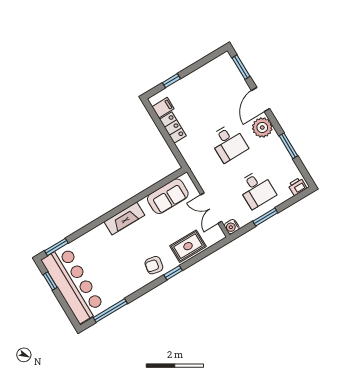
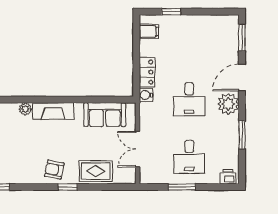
locker: (173, 127) -> (147, 72), moved
water cooler: (232, 227) -> (146, 95), moved
plant: (101, 230) -> (25, 109), added

